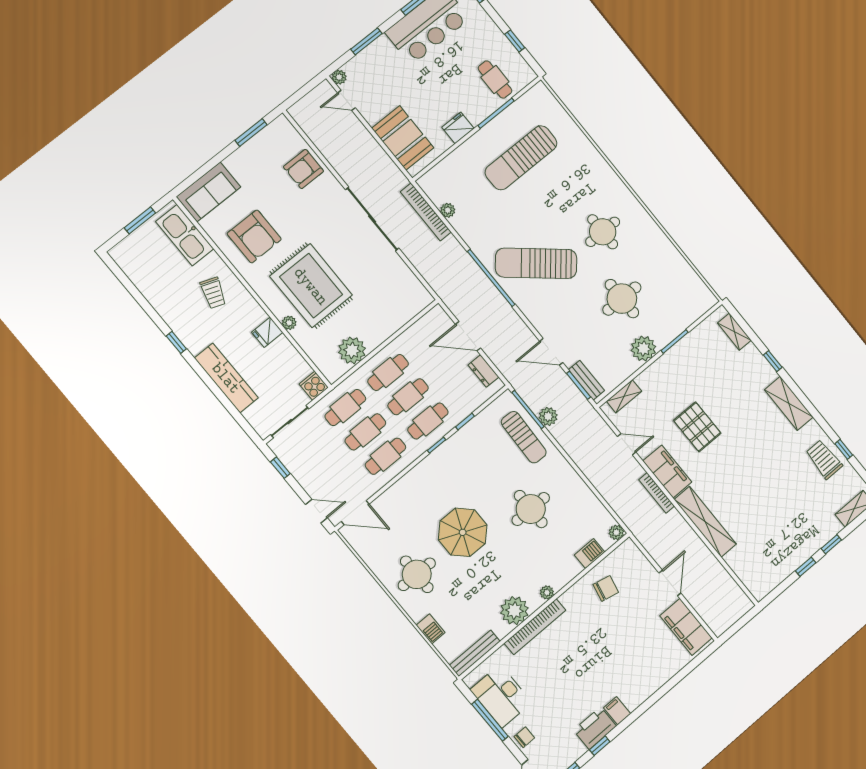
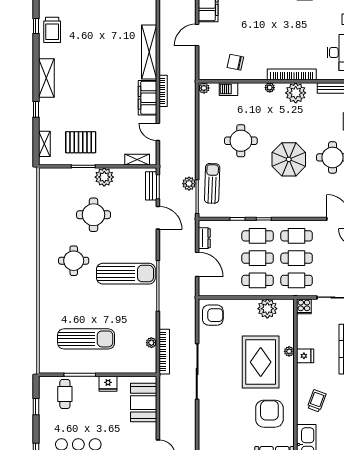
armchair: (304, 169) -> (213, 315), moved
sun lounger: (536, 263) -> (126, 274), turned -40
pallet: (697, 427) -> (81, 142), moved, turned 90

